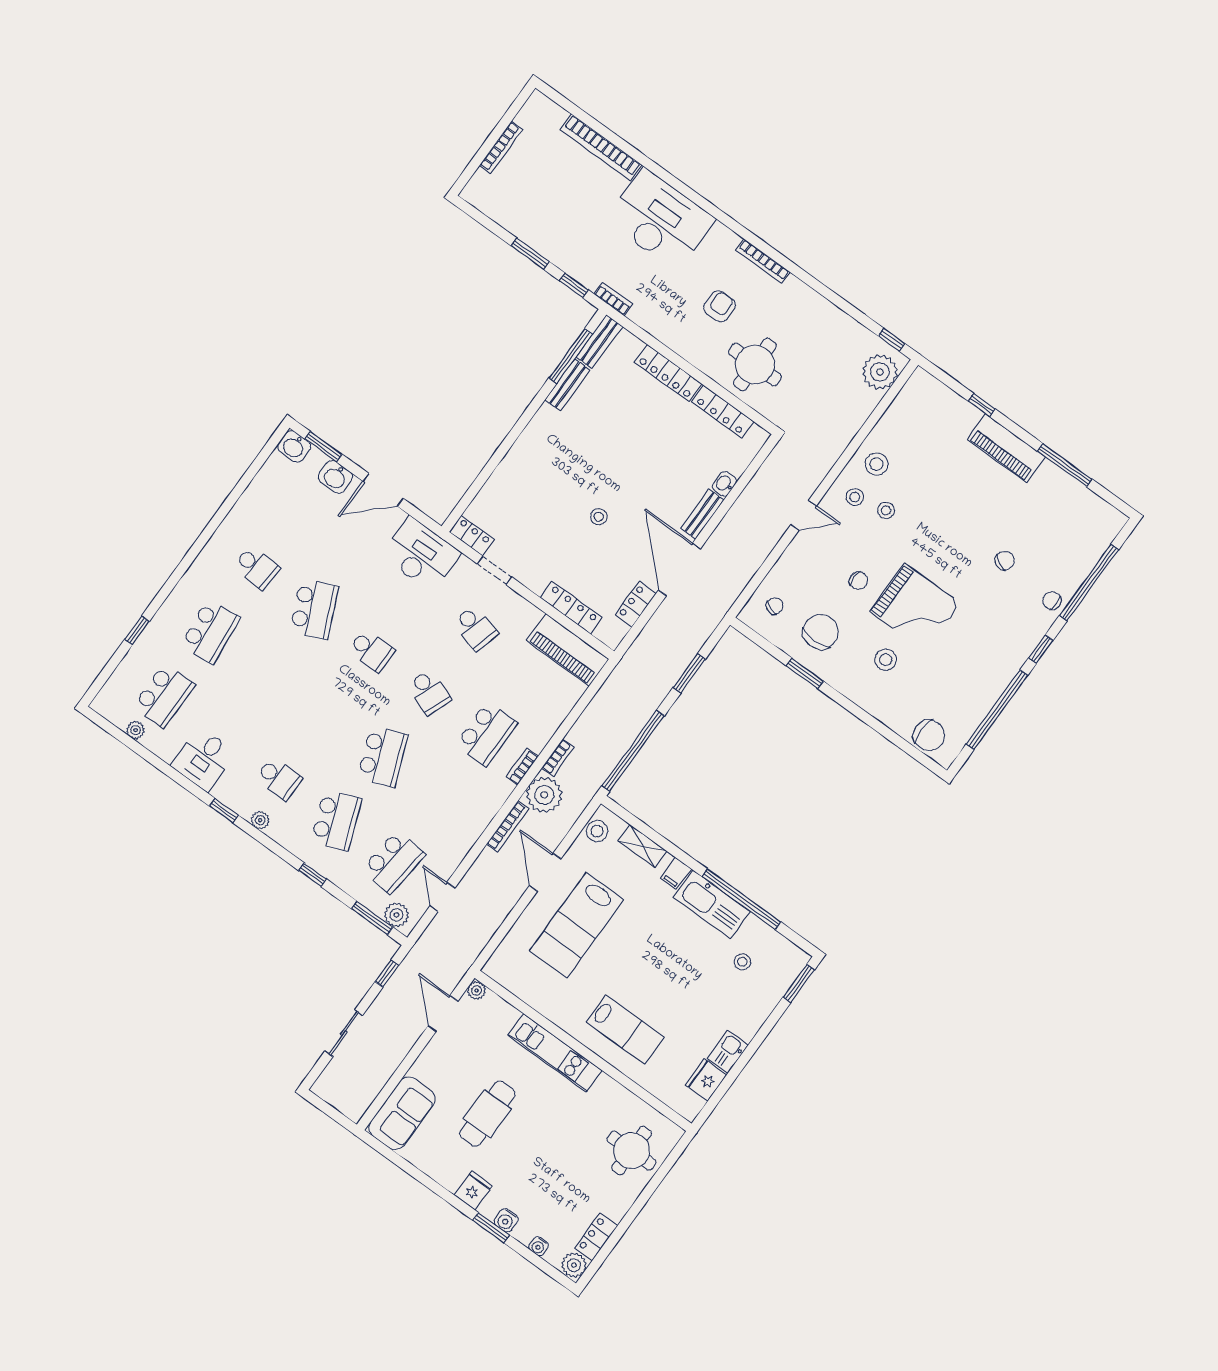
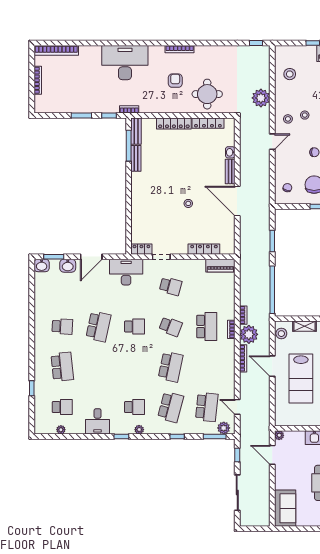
bookcase: (601, 147) -> (56, 50), moved
plant: (880, 372) -> (261, 98), moved
stool: (876, 464) -> (290, 74), moved
locker: (636, 604) -> (230, 228), removed
school desk: (314, 609) -> (98, 326), turned 36
piano: (568, 650) -> (220, 266), width x0.73, depth x0.75
school desk: (164, 696) -> (62, 407), width x0.54
school desk: (383, 756) -> (171, 367), turned 33
school desk: (336, 820) -> (171, 407), turned 36
sliding door: (344, 1033) -> (237, 493), width x1.37

